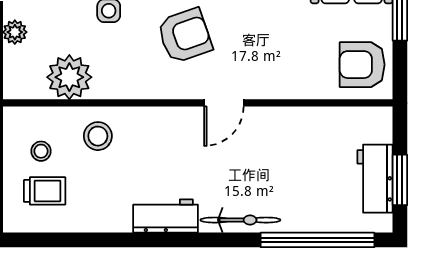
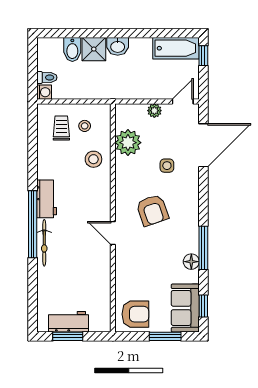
armchair: (362, 65) -> (135, 314), turned 90
trolley: (45, 191) -> (61, 128), turned 180
window: (317, 240) -> (33, 224), moved

